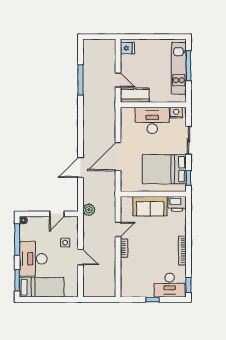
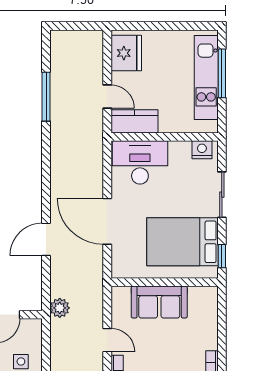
fridge: (127, 48) -> (126, 53), width x1.88, depth x1.34
desk: (152, 120) -> (140, 162), moved
door: (118, 157) -> (107, 221), hinge flipped
printer: (177, 204) -> (203, 298), removed
door: (118, 229) -> (107, 340), hinge flipped

